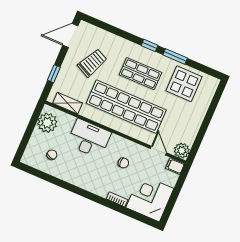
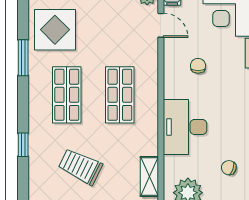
window: (150, 45) -> (23, 145), moved
shop shelf: (126, 107) -> (120, 95), width x0.50, depth x0.74
door: (158, 151) -> (161, 25), swing flipped

